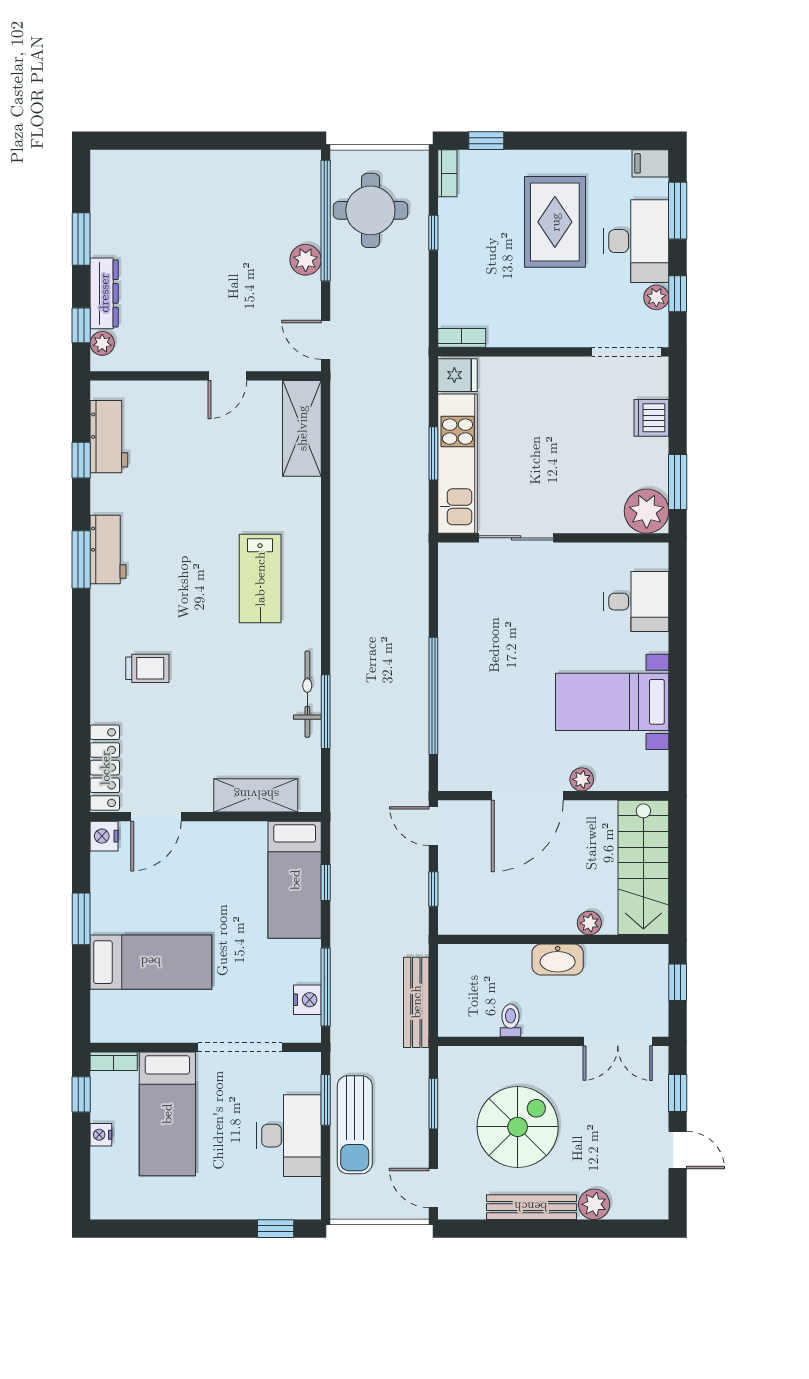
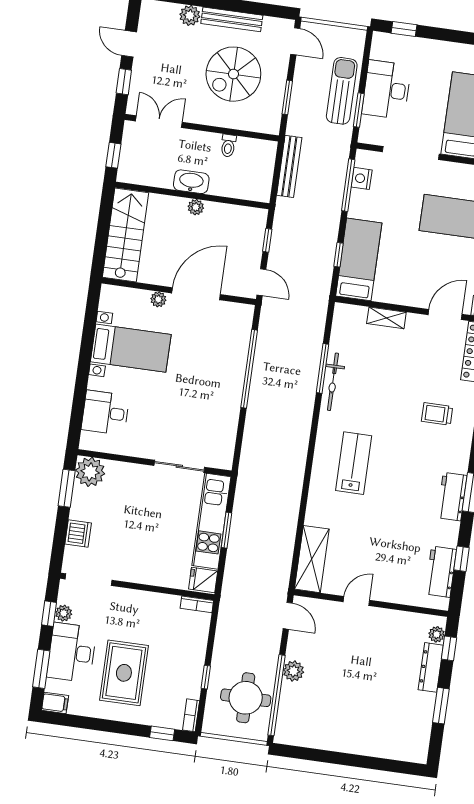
shelving: (256, 795) -> (386, 318), width x0.67, depth x0.75
plant: (589, 923) -> (196, 207), moved

